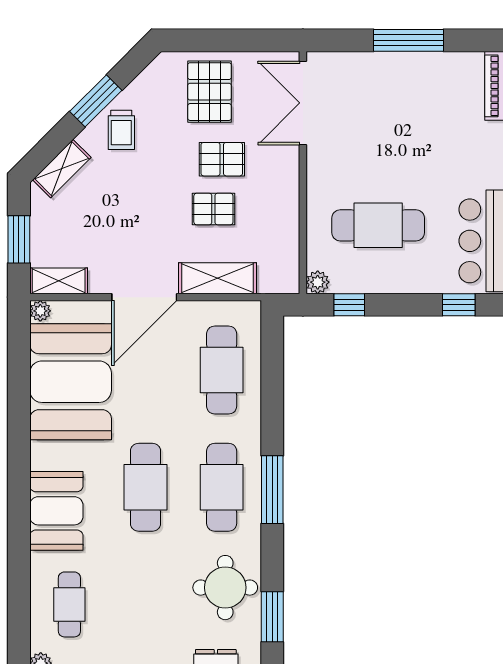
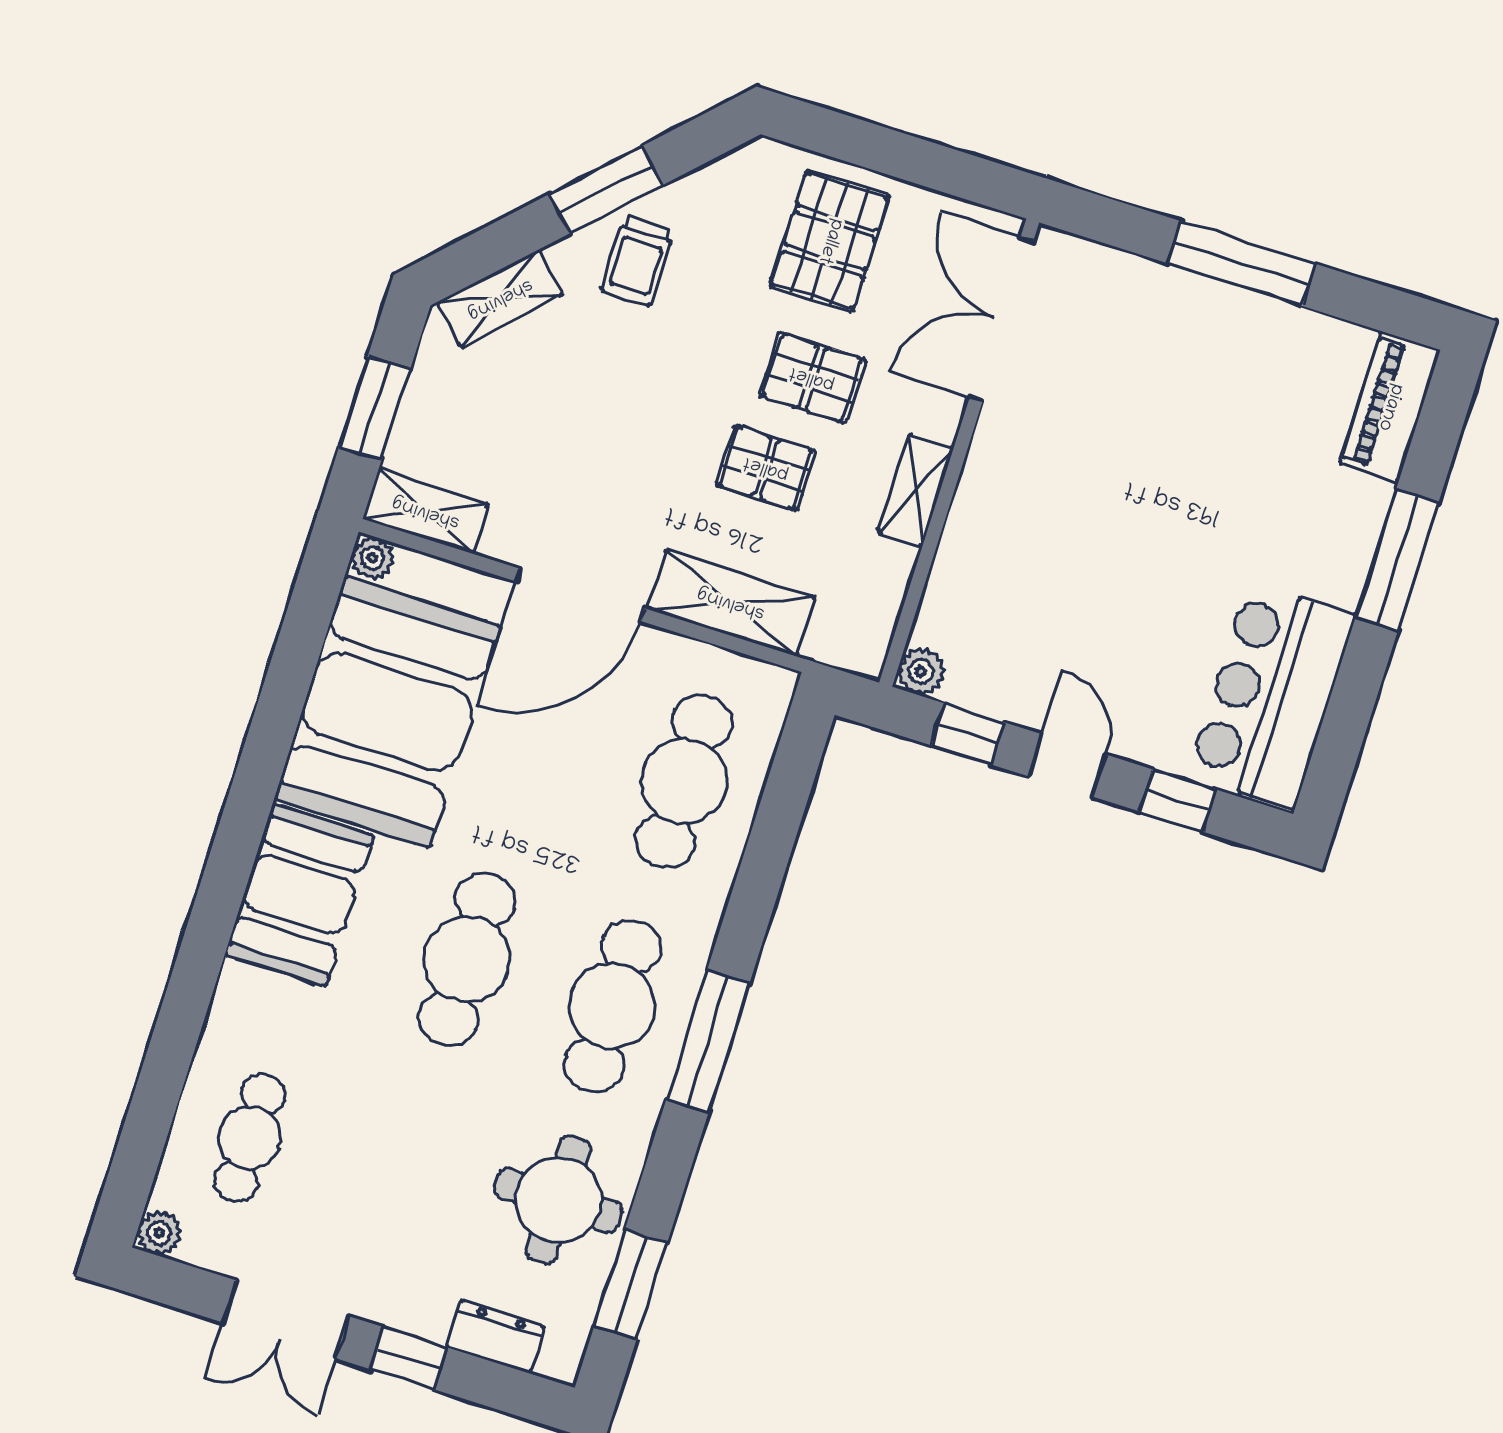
shelving: (288, 197) -> (916, 490), added
cafe table: (378, 225) -> (1071, 599), removed
door: (401, 305) -> (1067, 765), added
booth: (56, 511) -> (299, 895), moved

